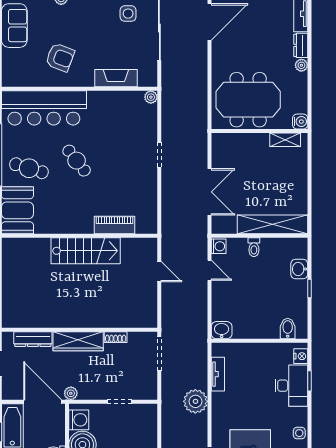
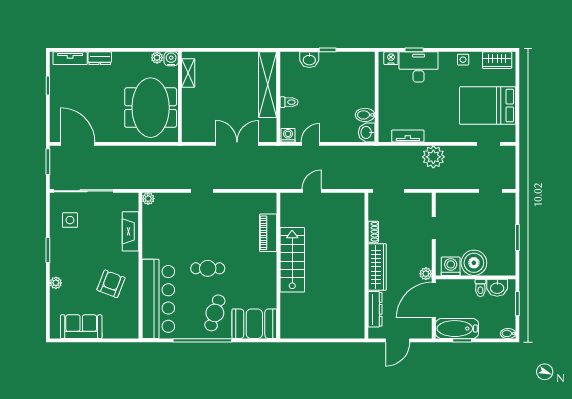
plant: (301, 65) -> (157, 58), moved
cafe table: (77, 161) -> (208, 268), turned 38
bidet: (288, 328) -> (365, 115), moved

